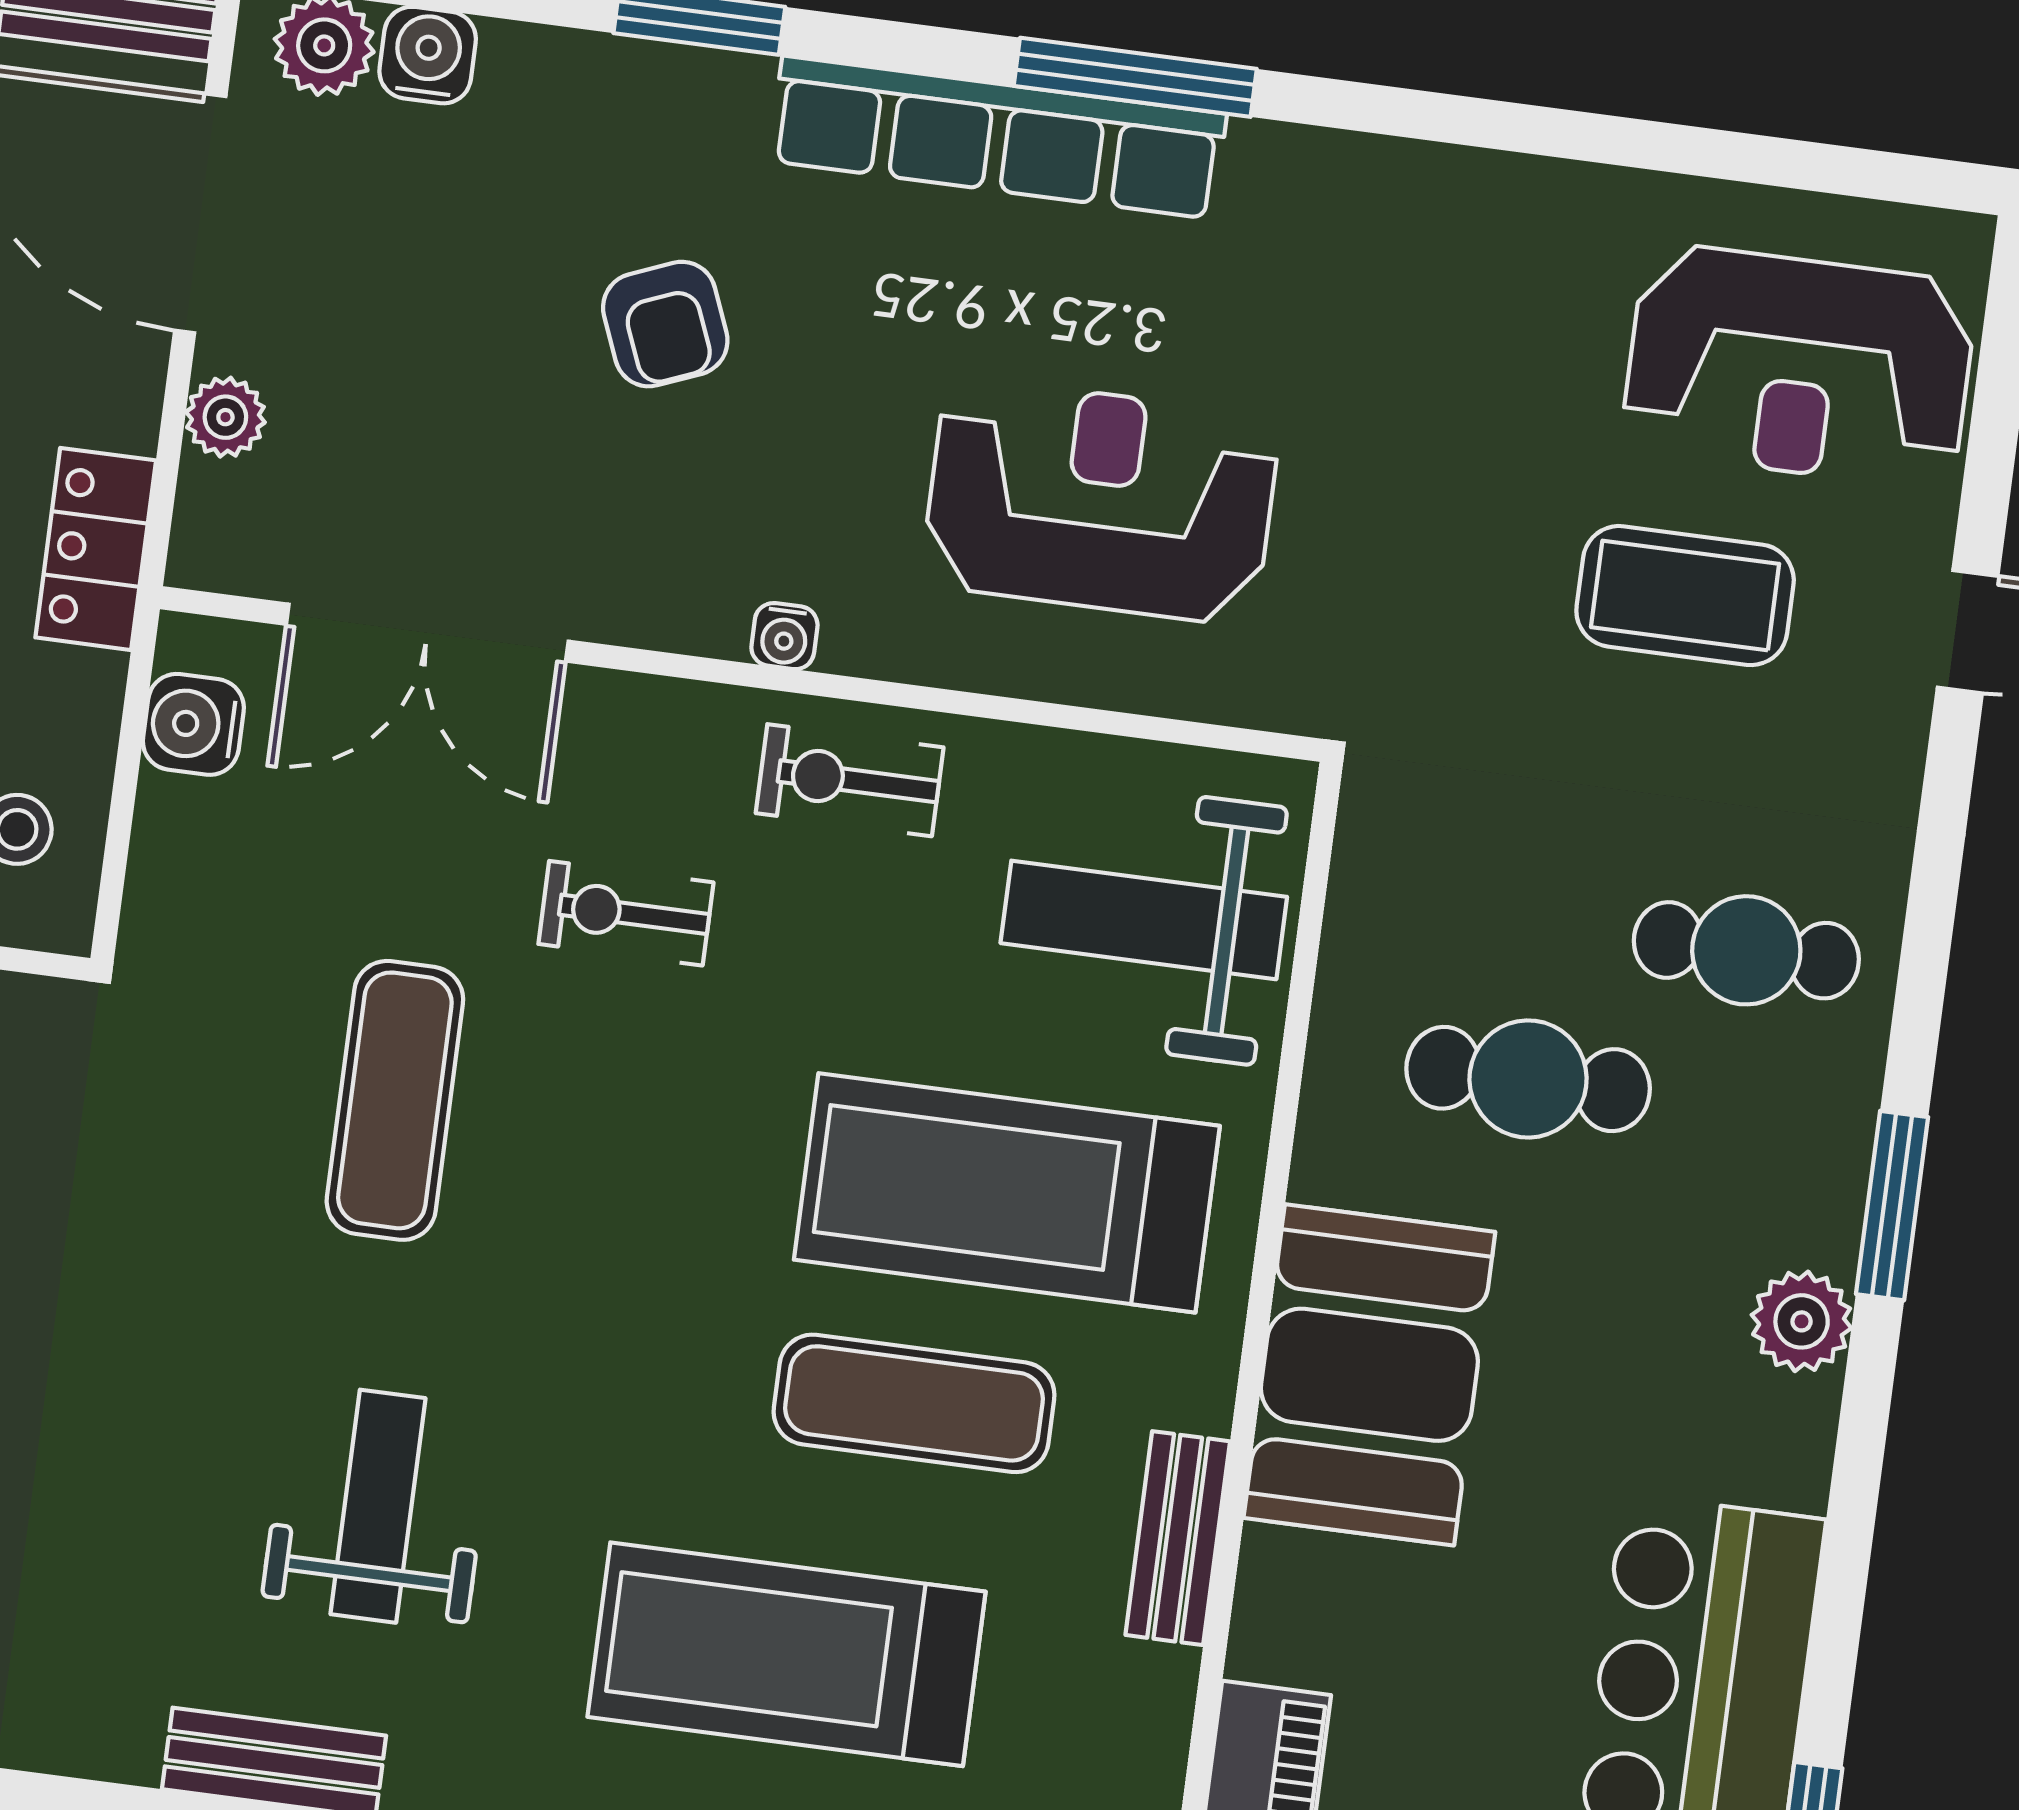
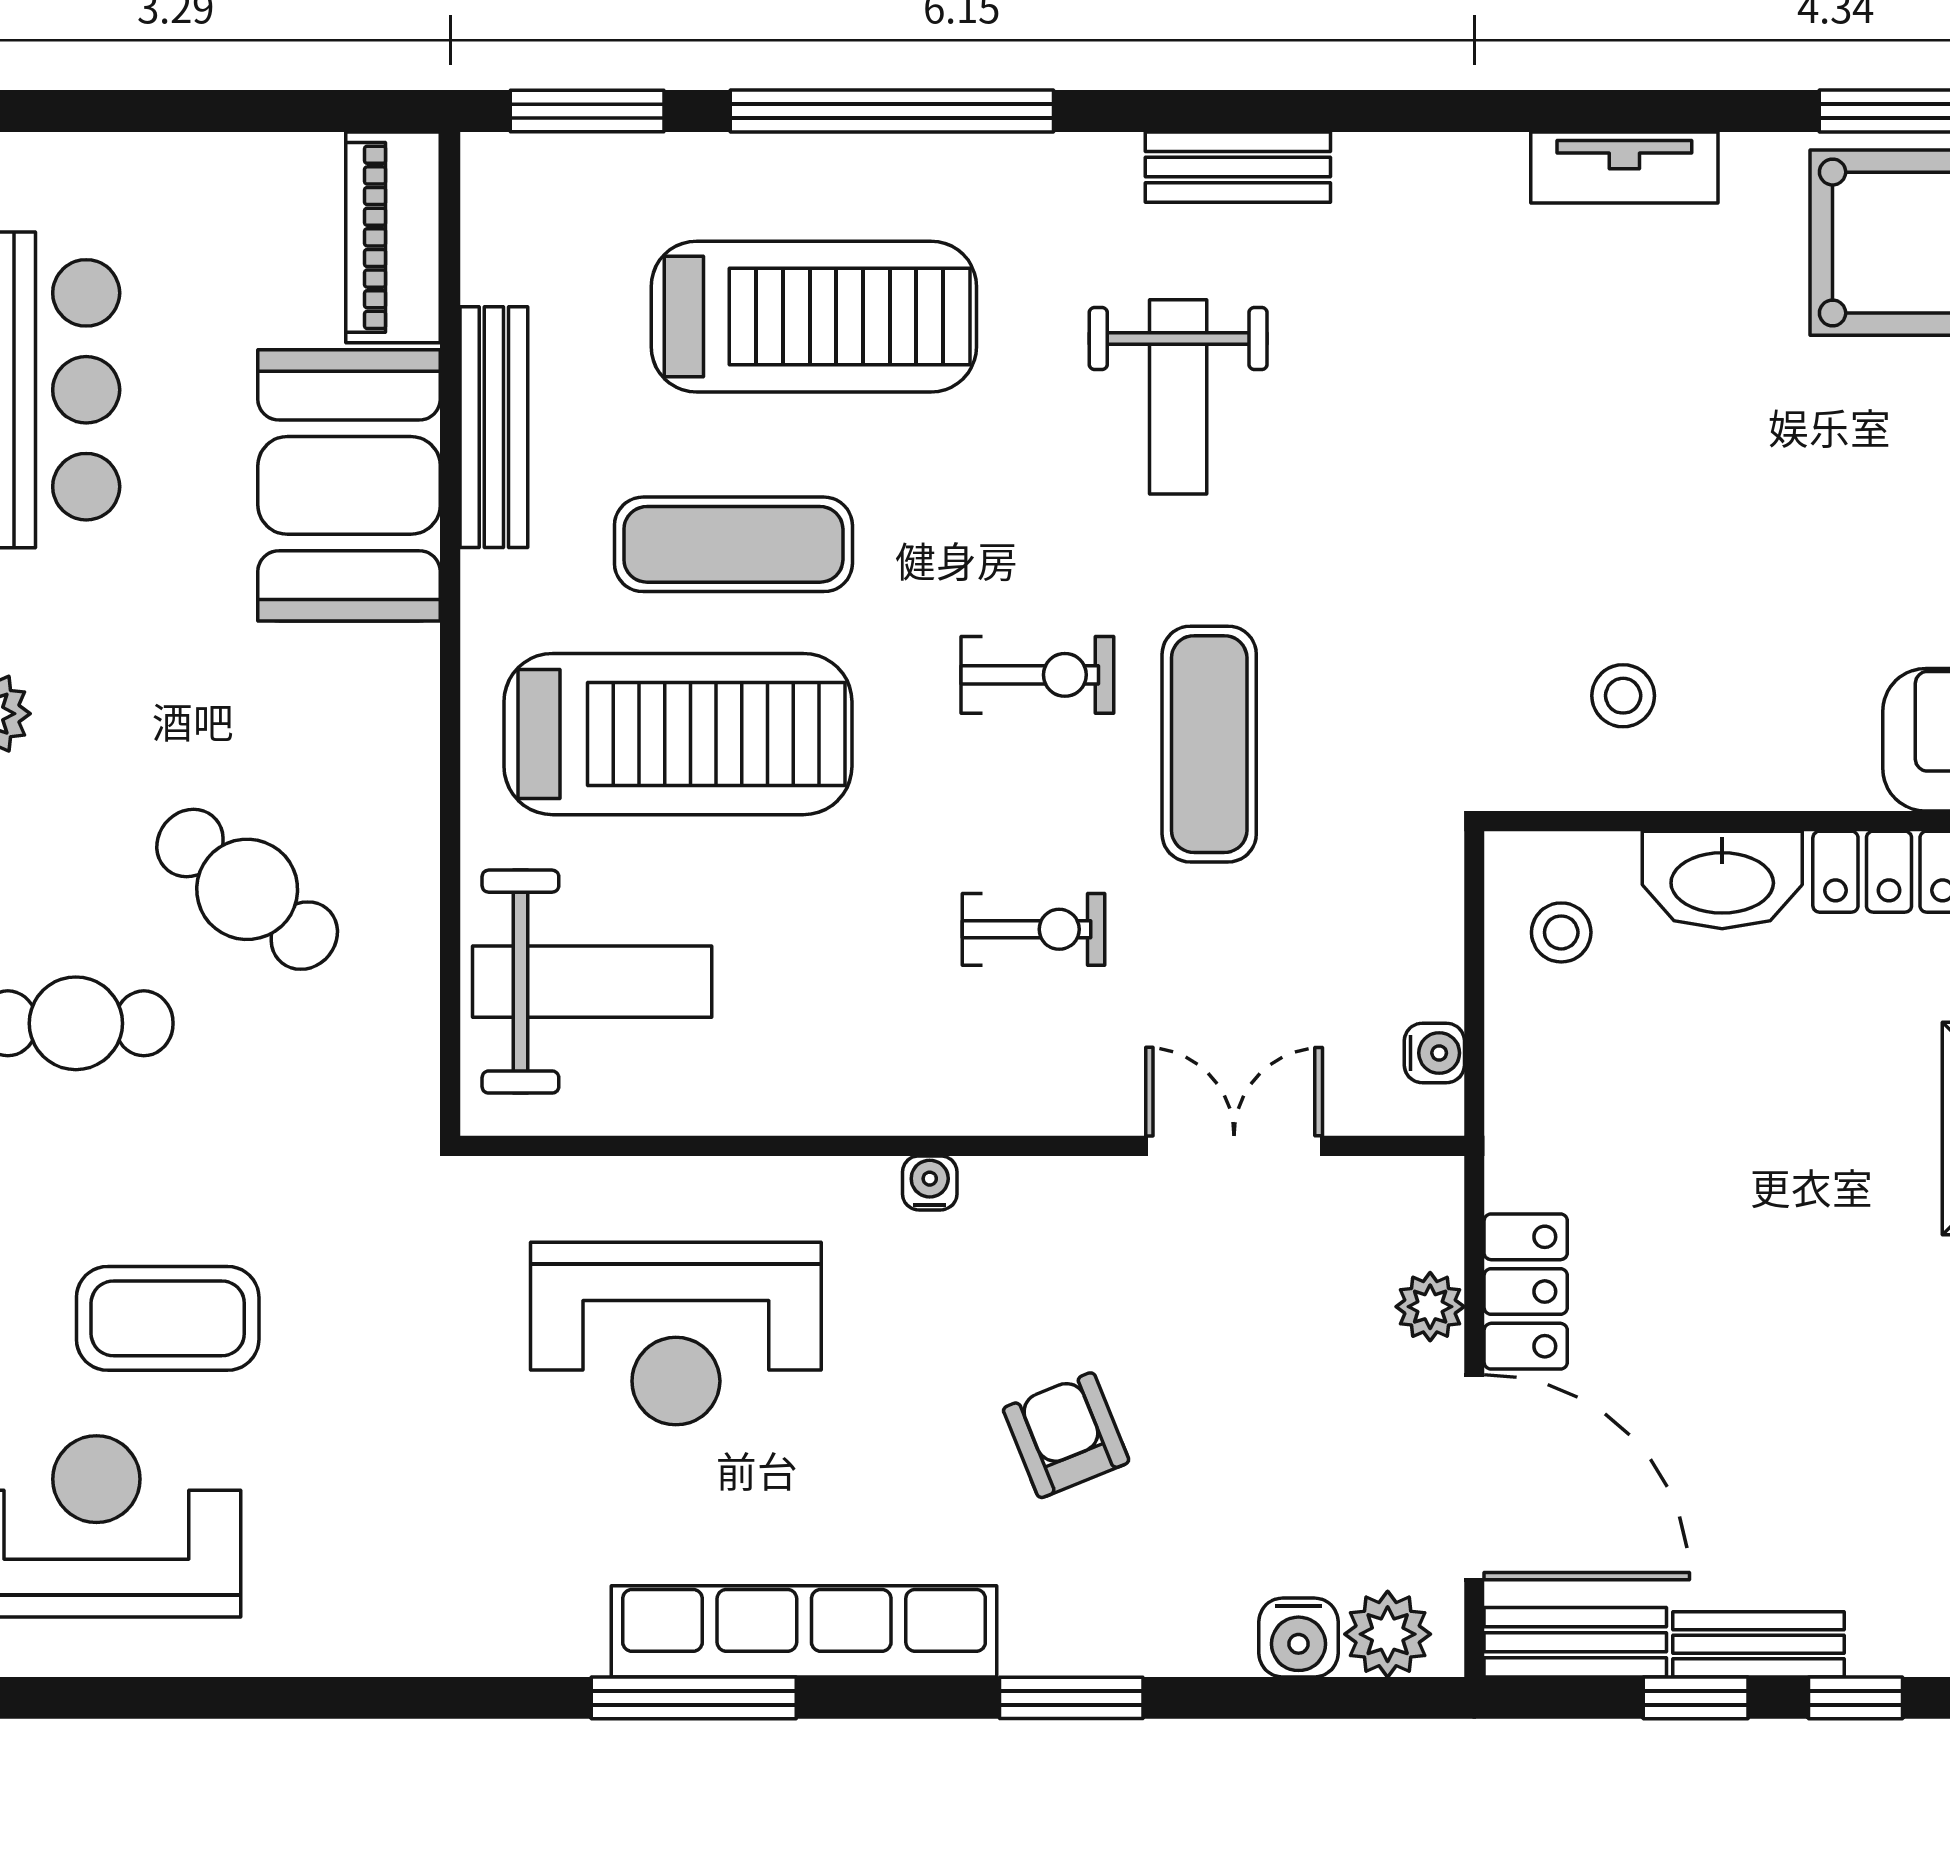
locker: (96, 549) -> (1526, 1292), moved
double door: (427, 633) -> (1234, 1146), width x0.73
water cooler: (193, 724) -> (1434, 1053), width x0.72, depth x0.72
exercise bike: (850, 780) -> (1037, 675), moved
cafe table: (1528, 1079) -> (247, 889), turned 39
booth: (1369, 1375) -> (349, 485), moved
bench: (1178, 1538) -> (494, 427), width x1.36

